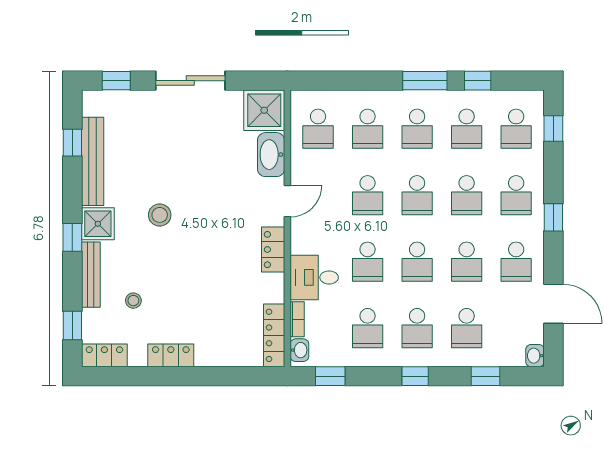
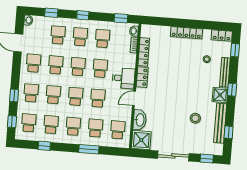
window: (425, 81) -> (89, 149), moved
stool: (160, 215) -> (195, 118), moved
window: (553, 217) -> (14, 95), moved
desk: (314, 277) -> (124, 78), moved
locker: (274, 335) -> (144, 52), moved
locker: (171, 355) -> (186, 33), width x1.53

